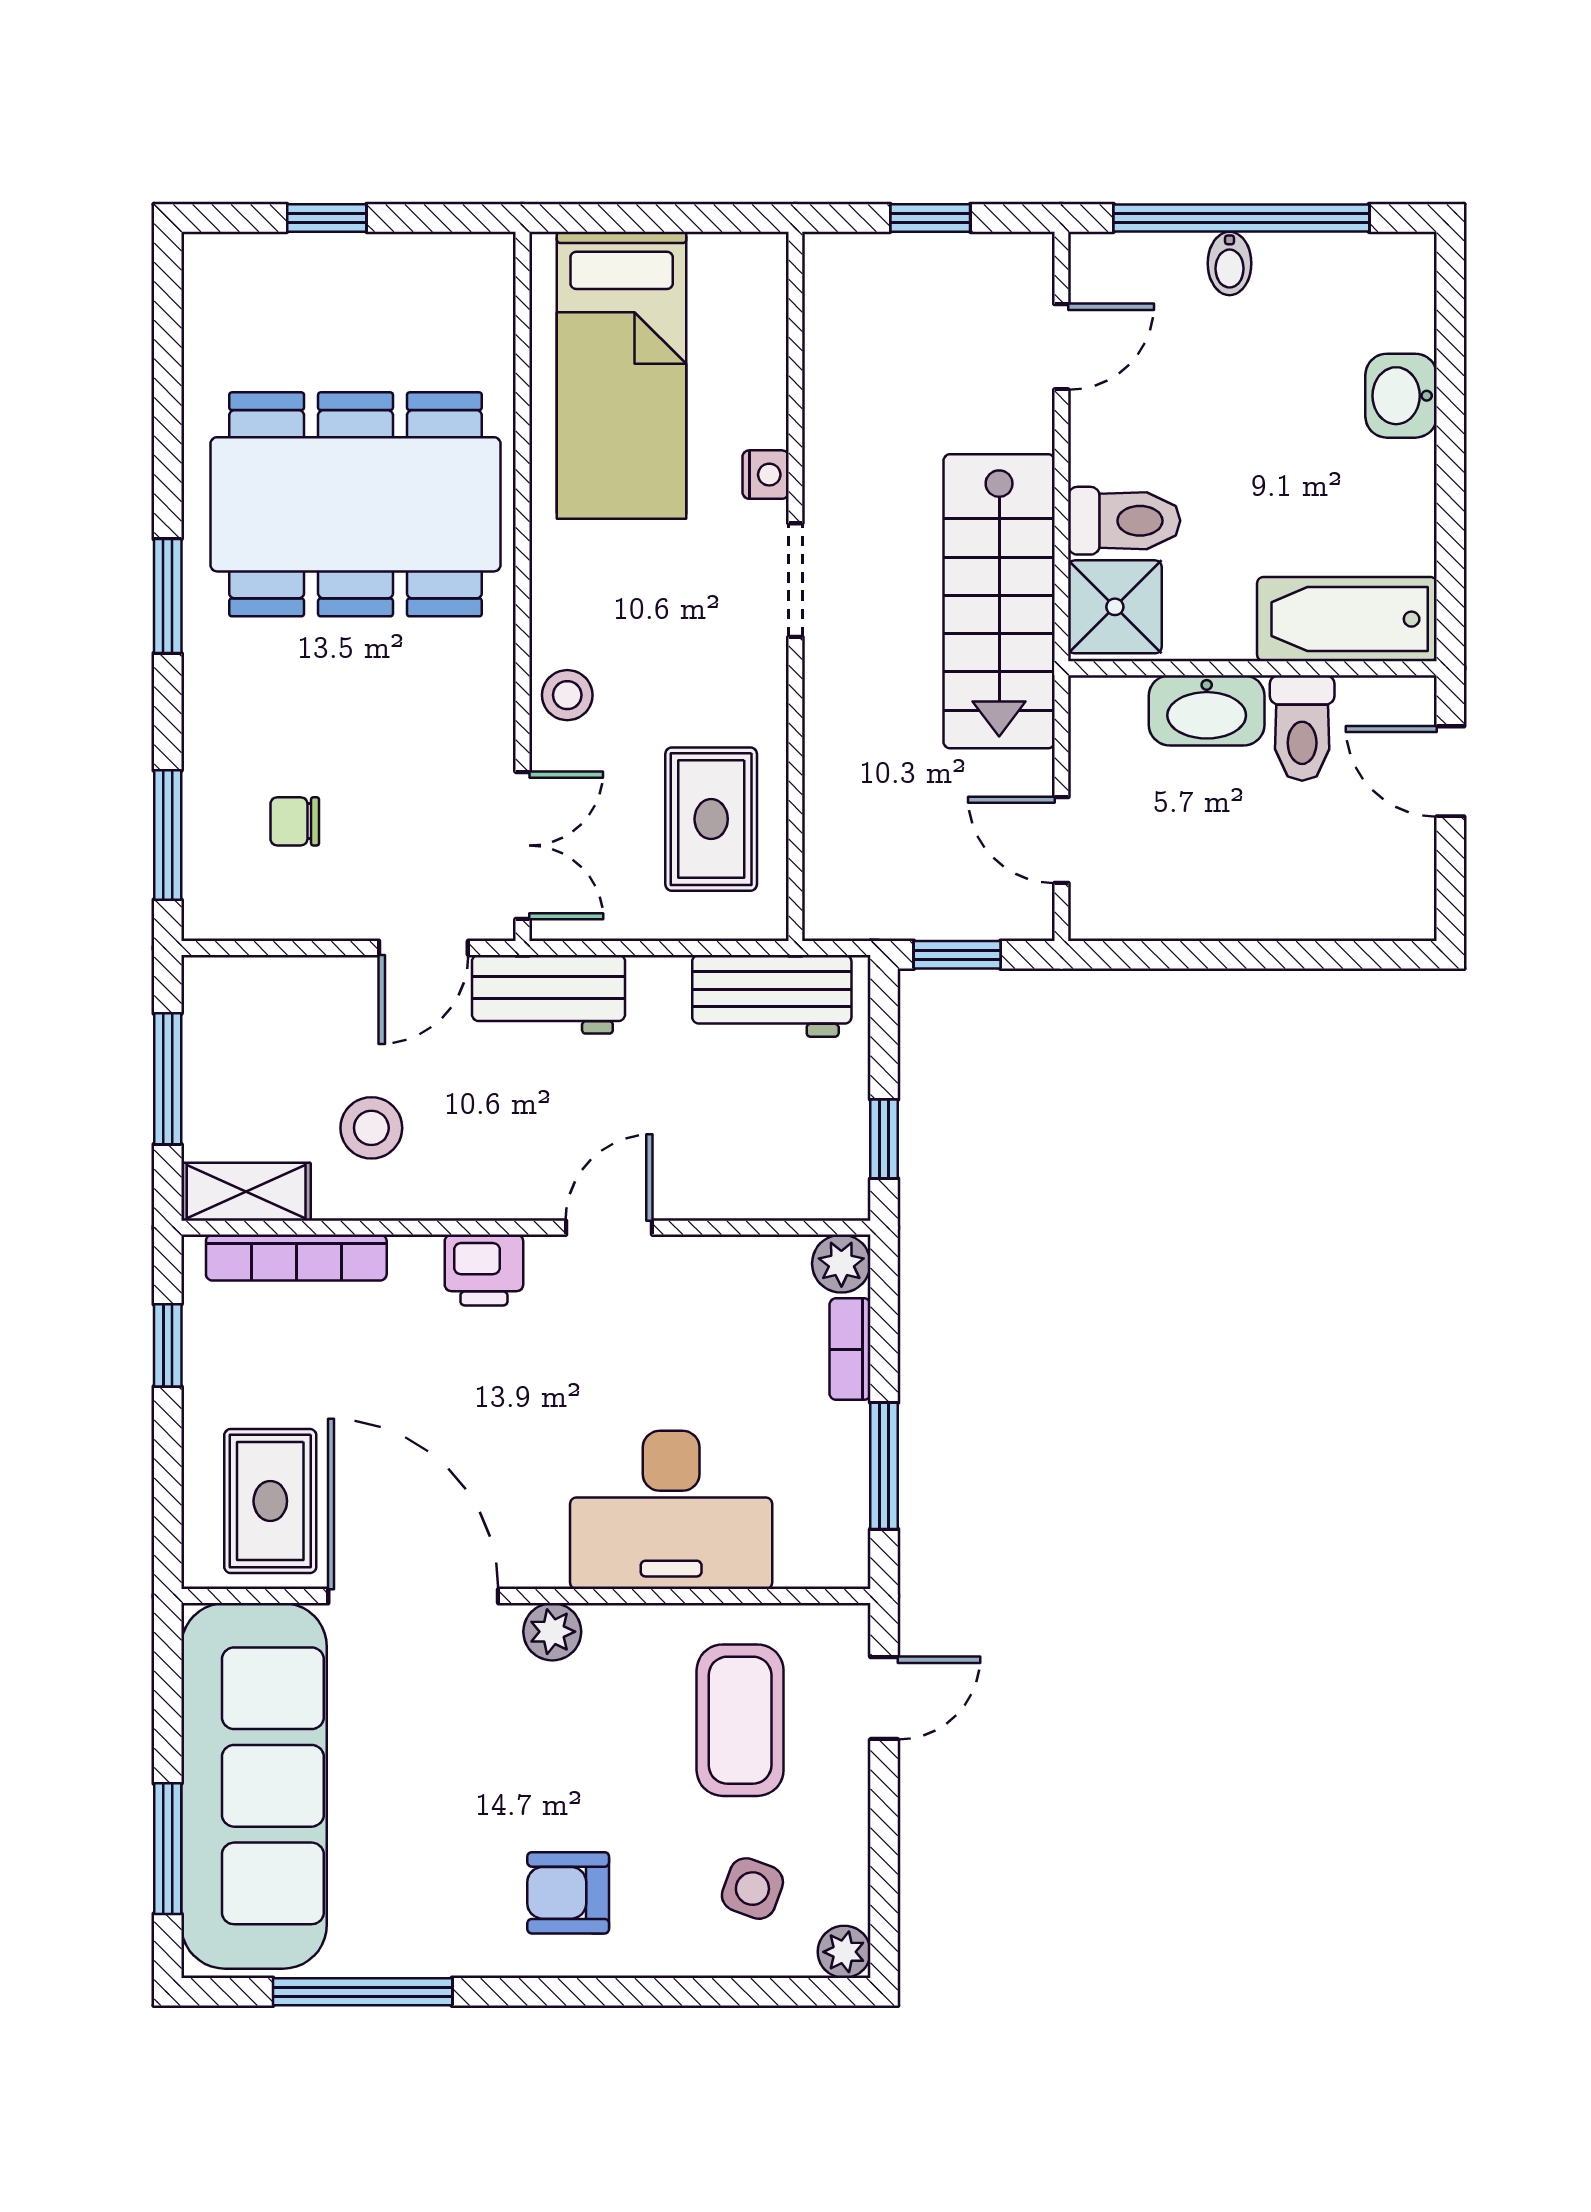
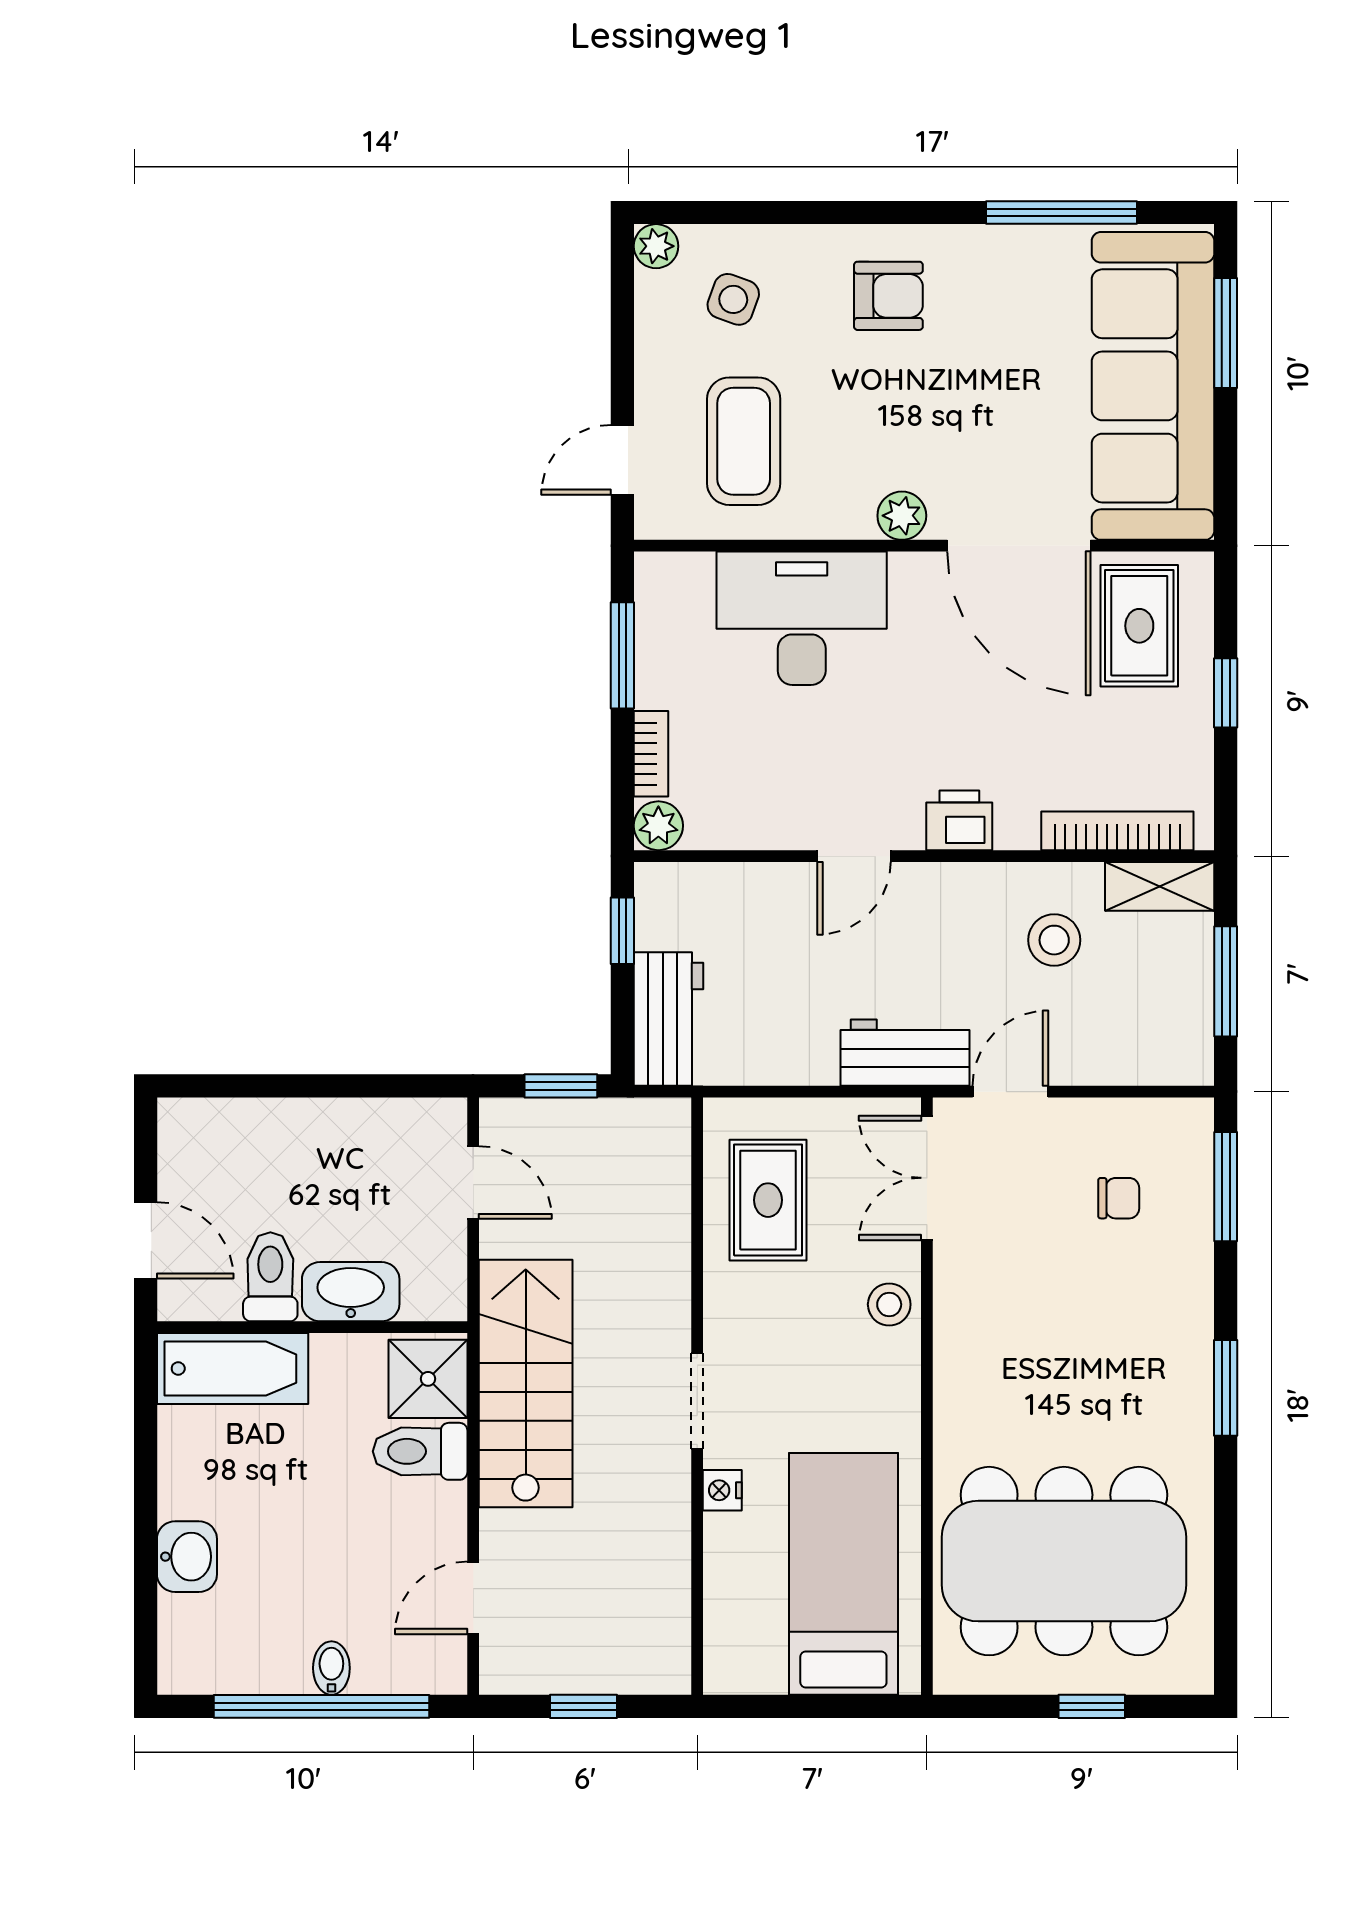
dining table: (356, 504) -> (1064, 1561), moved
workbench: (772, 996) -> (668, 1019), moved, turned 90
window: (168, 1345) -> (1226, 693), moved

